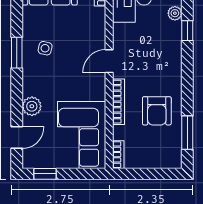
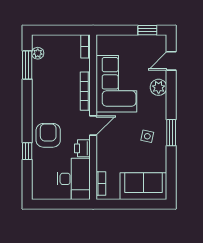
plant: (175, 13) -> (38, 53), moved
printer: (122, 34) -> (82, 148), added
armchair: (157, 111) -> (48, 135), moved
corner sofa: (82, 135) -> (116, 84), moved

